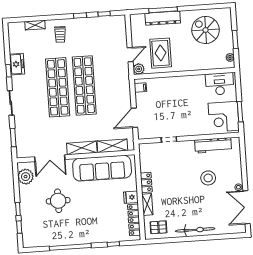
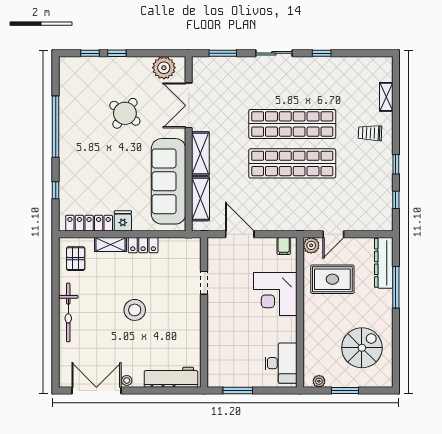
dresser: (163, 18) -> (384, 263), moved
door: (130, 55) -> (333, 234), hinge flipped
freezer: (17, 64) -> (331, 66), removed
corner desk: (224, 117) -> (275, 294), moved, turned -90
workbench: (213, 145) -> (171, 377), moved, turned 90
stool: (208, 178) -> (135, 310), moved
round table: (58, 201) -> (125, 113), turned 36

